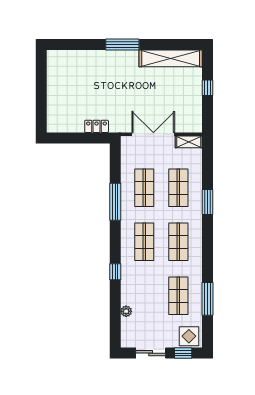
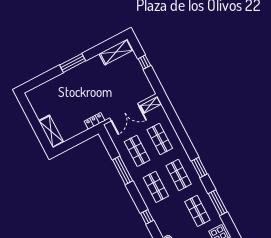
shelving: (171, 58) -> (116, 52), width x0.68
shelving: (55, 112) -> (51, 131), added
locker: (97, 126) -> (95, 121), moved
double door: (153, 134) -> (124, 112), swing flipped
window: (207, 202) -> (199, 168), moved

